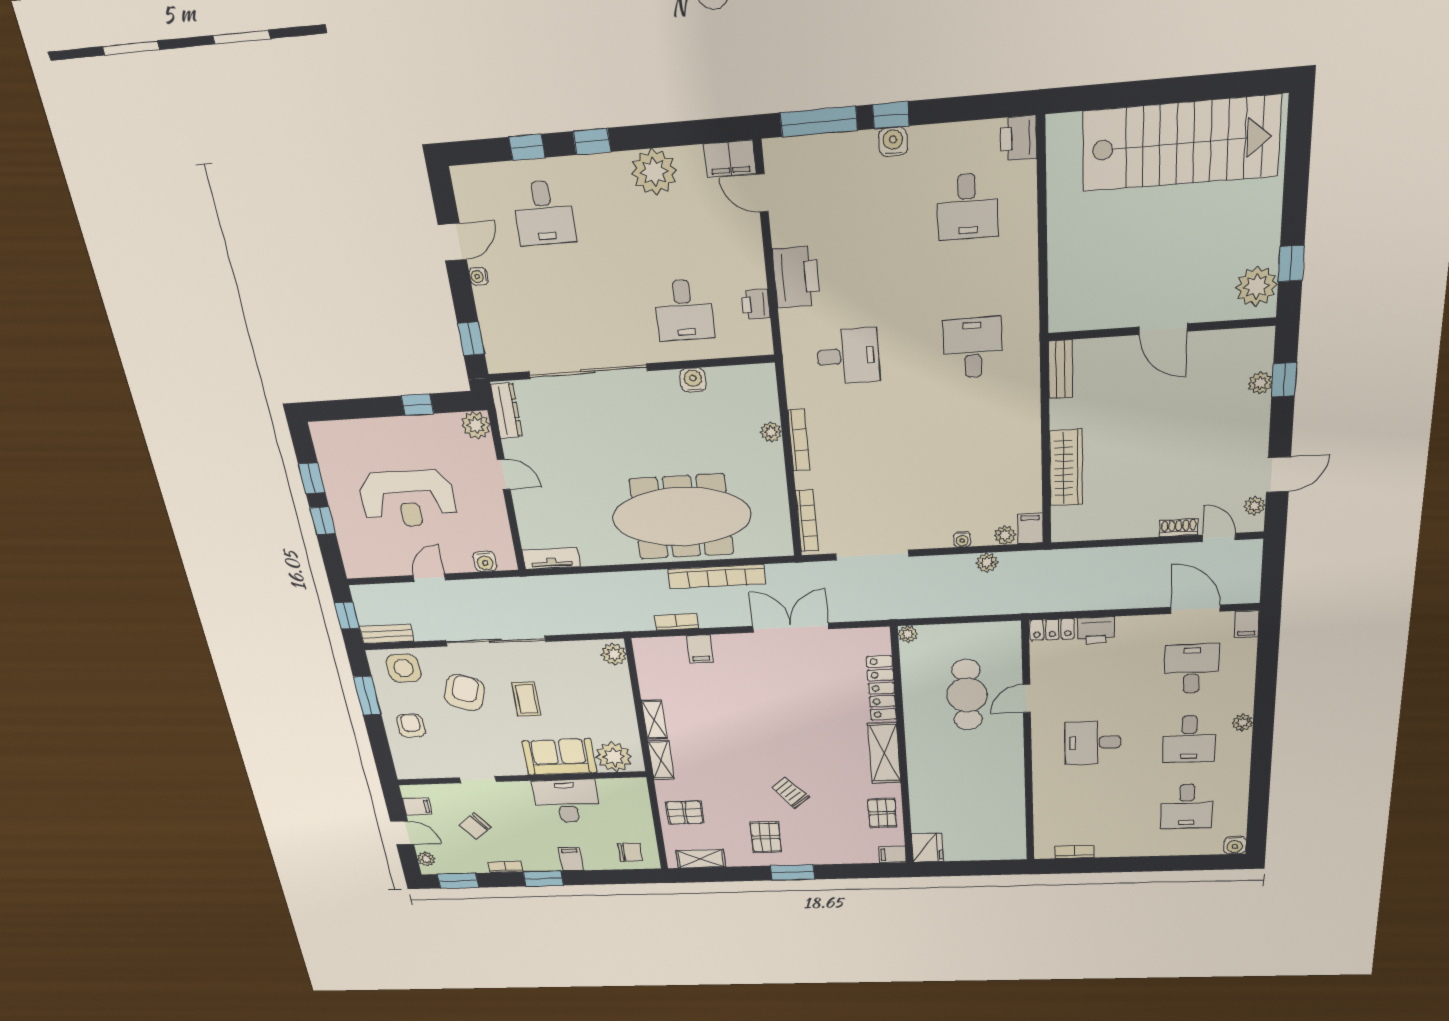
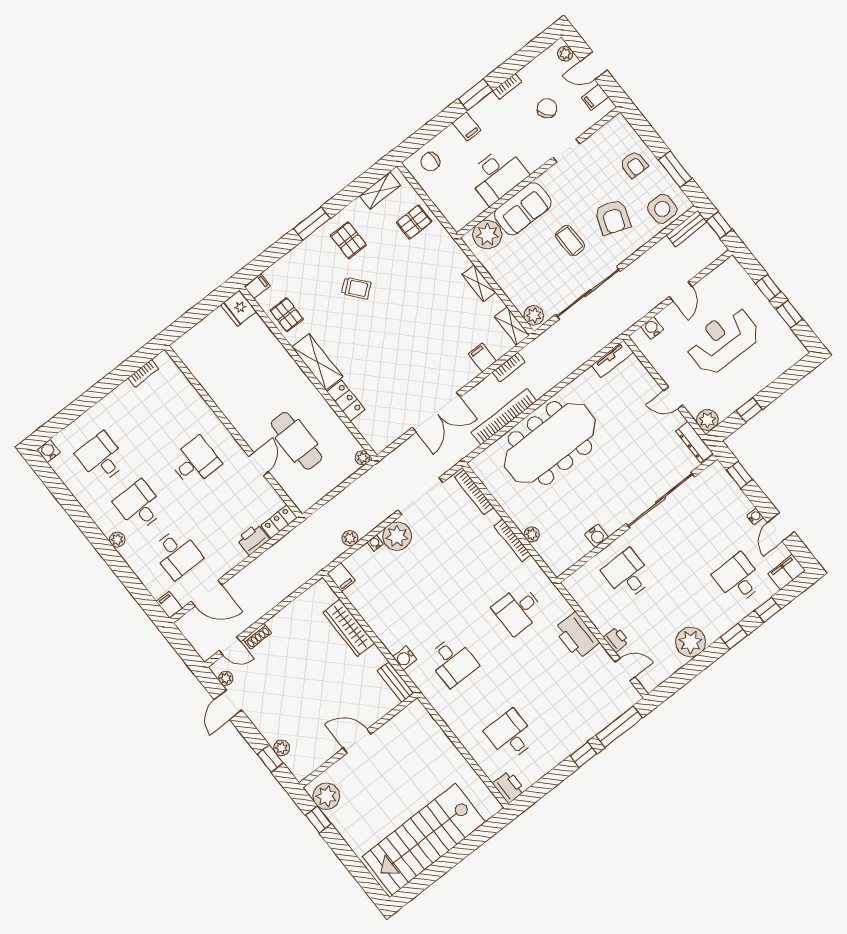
water cooler: (893, 142) -> (405, 658), moved, turned 90
filing cabinet: (730, 159) -> (786, 572), moved
printer: (756, 304) -> (616, 639), moved
plant: (1005, 535) -> (397, 536), moved, width x1.87, depth x1.87
sliding door: (496, 641) -> (588, 293), moved
locker: (881, 688) -> (346, 401), width x0.66
shelving: (661, 760) -> (512, 326), moved
window: (458, 881) -> (533, 49), removed

